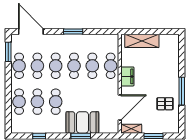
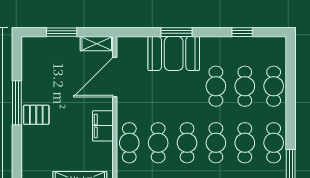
pallet: (165, 104) -> (36, 115), moved

